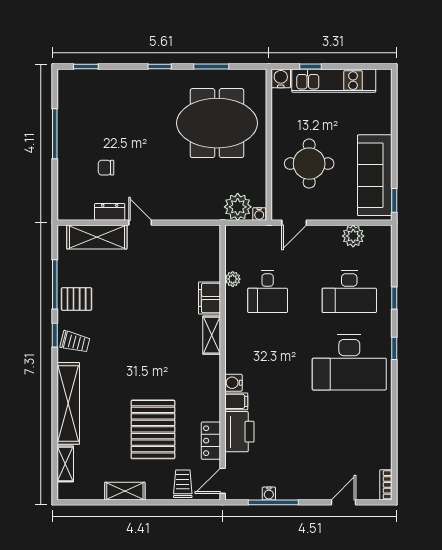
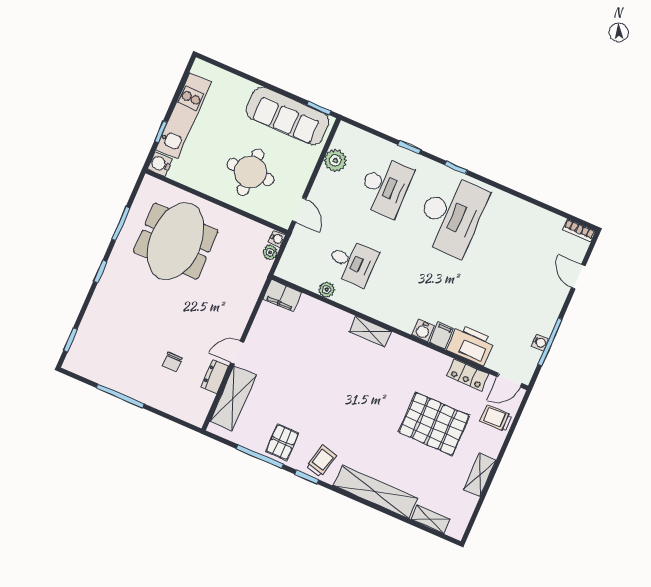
plant: (238, 207) -> (270, 252), width x0.53, depth x0.53
filing cabinet: (209, 298) -> (282, 296), moved
door: (223, 481) -> (509, 380), hinge flipped

